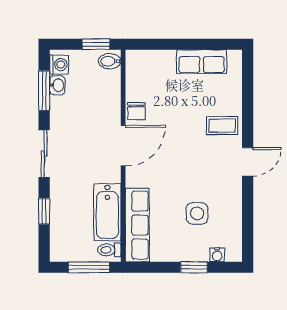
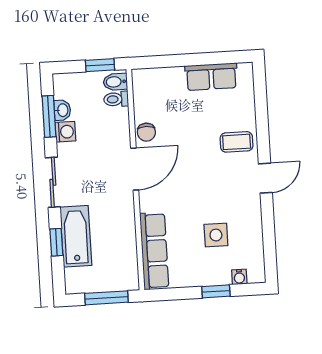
washing machine: (59, 65) -> (65, 132), moved
bathtub: (107, 212) -> (76, 236), moved, turned 180
toilet: (109, 250) -> (116, 99), moved

